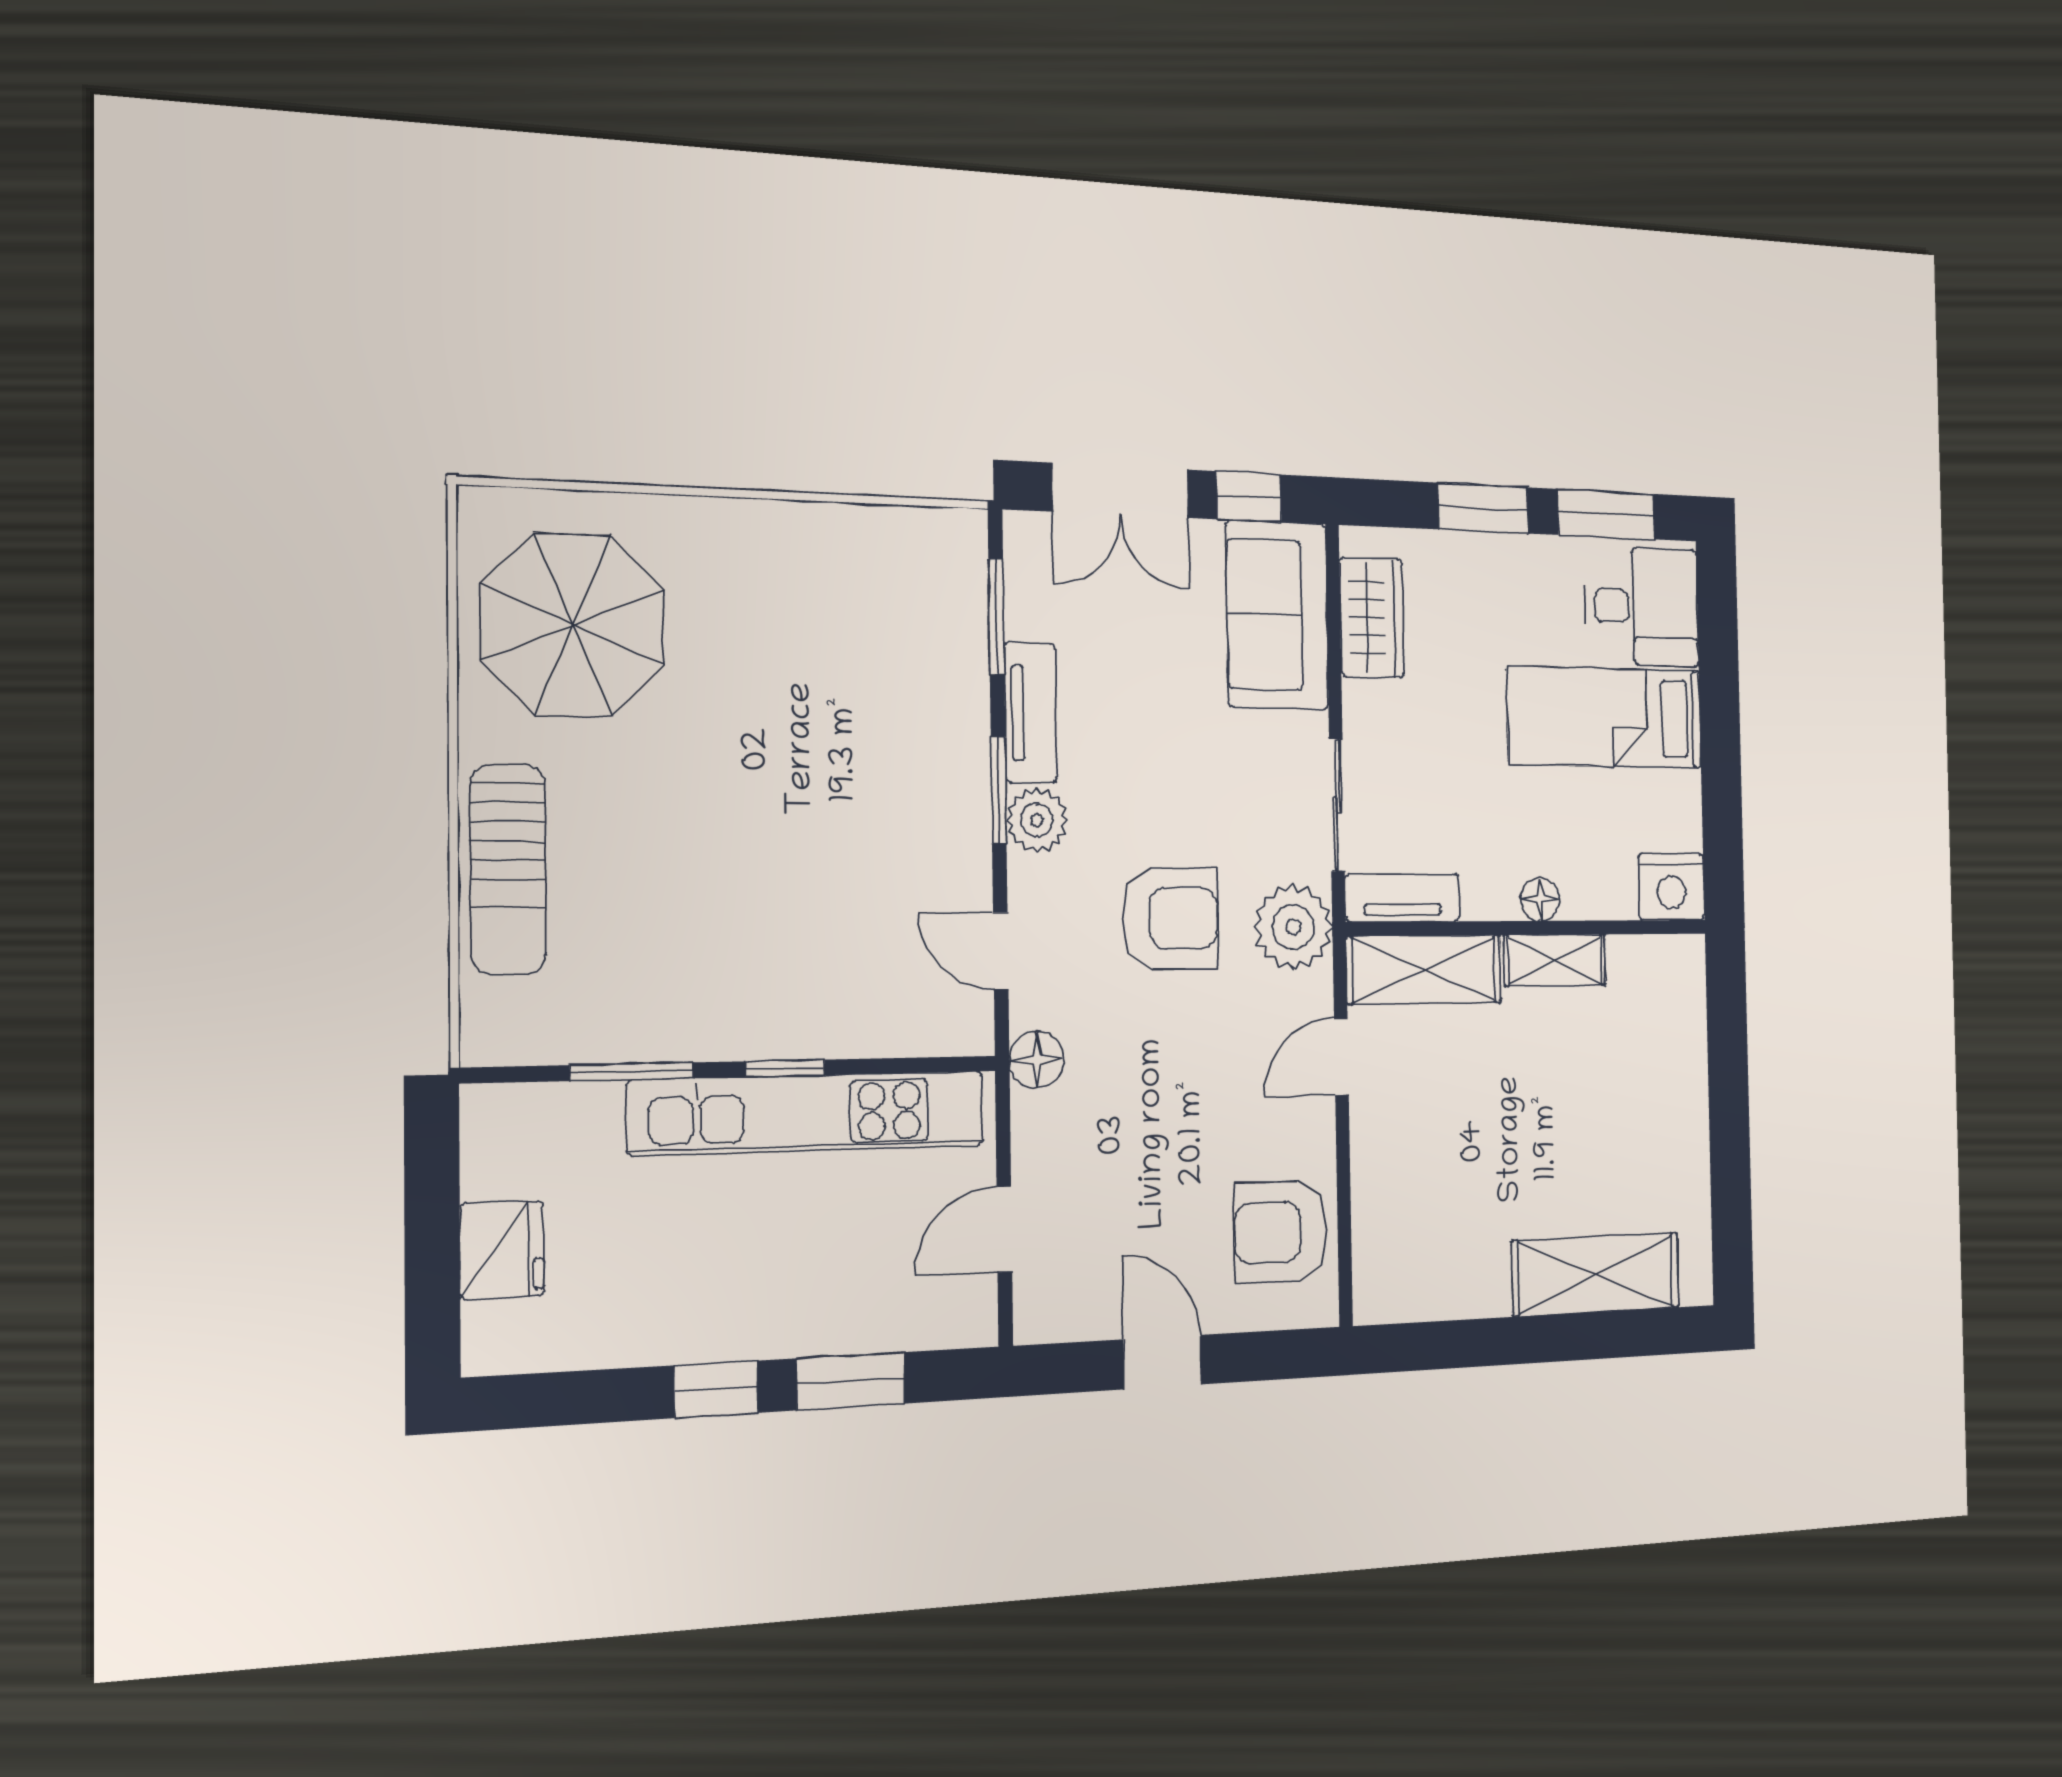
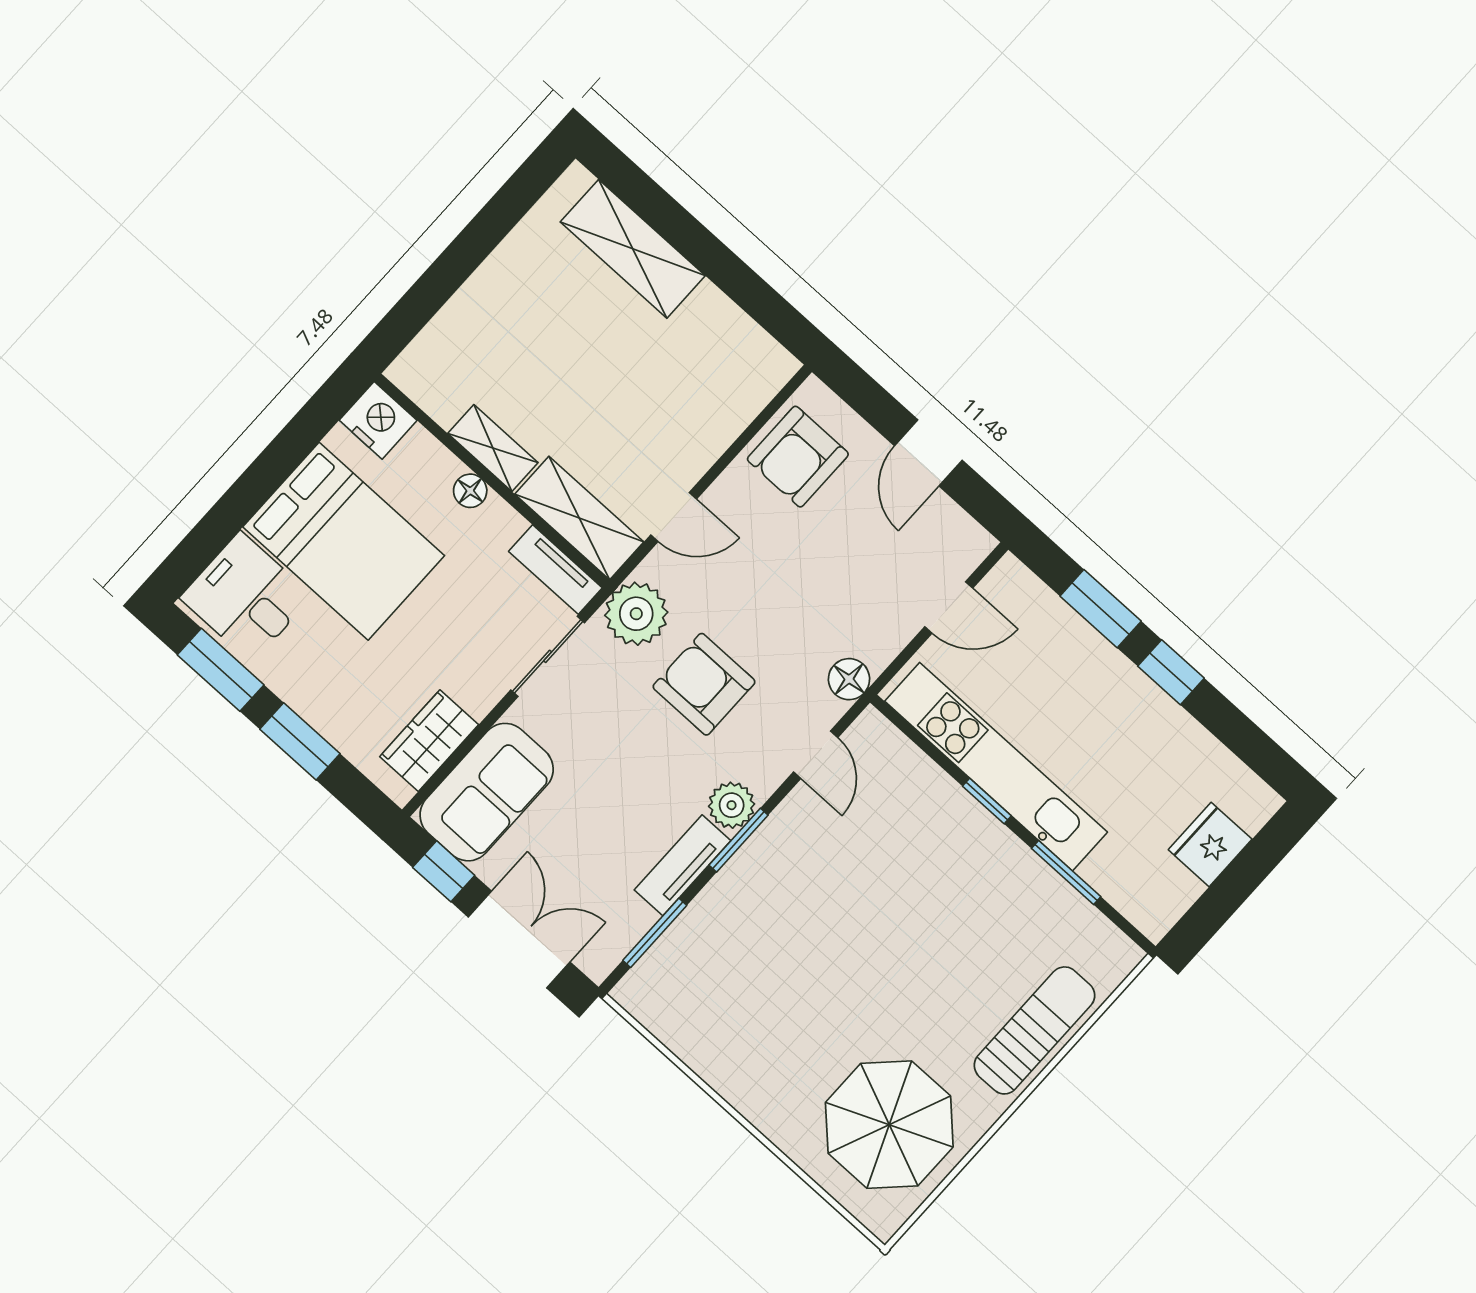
bed: (1605, 717) -> (344, 541), width x1.50
armchair: (1280, 1232) -> (798, 457), turned 90

